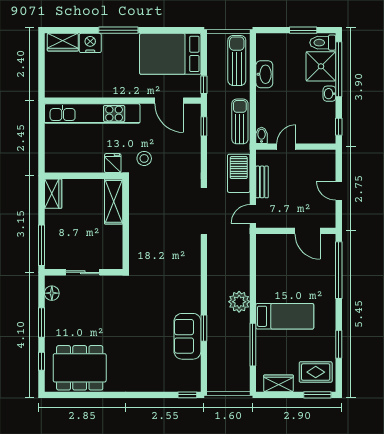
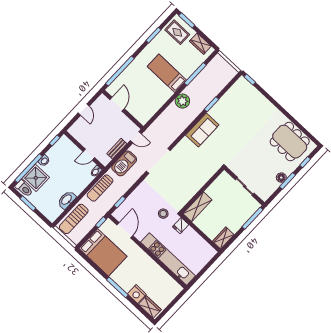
floor lamp: (52, 293) -> (281, 178), moved
sofa: (187, 336) -> (202, 130), moved

